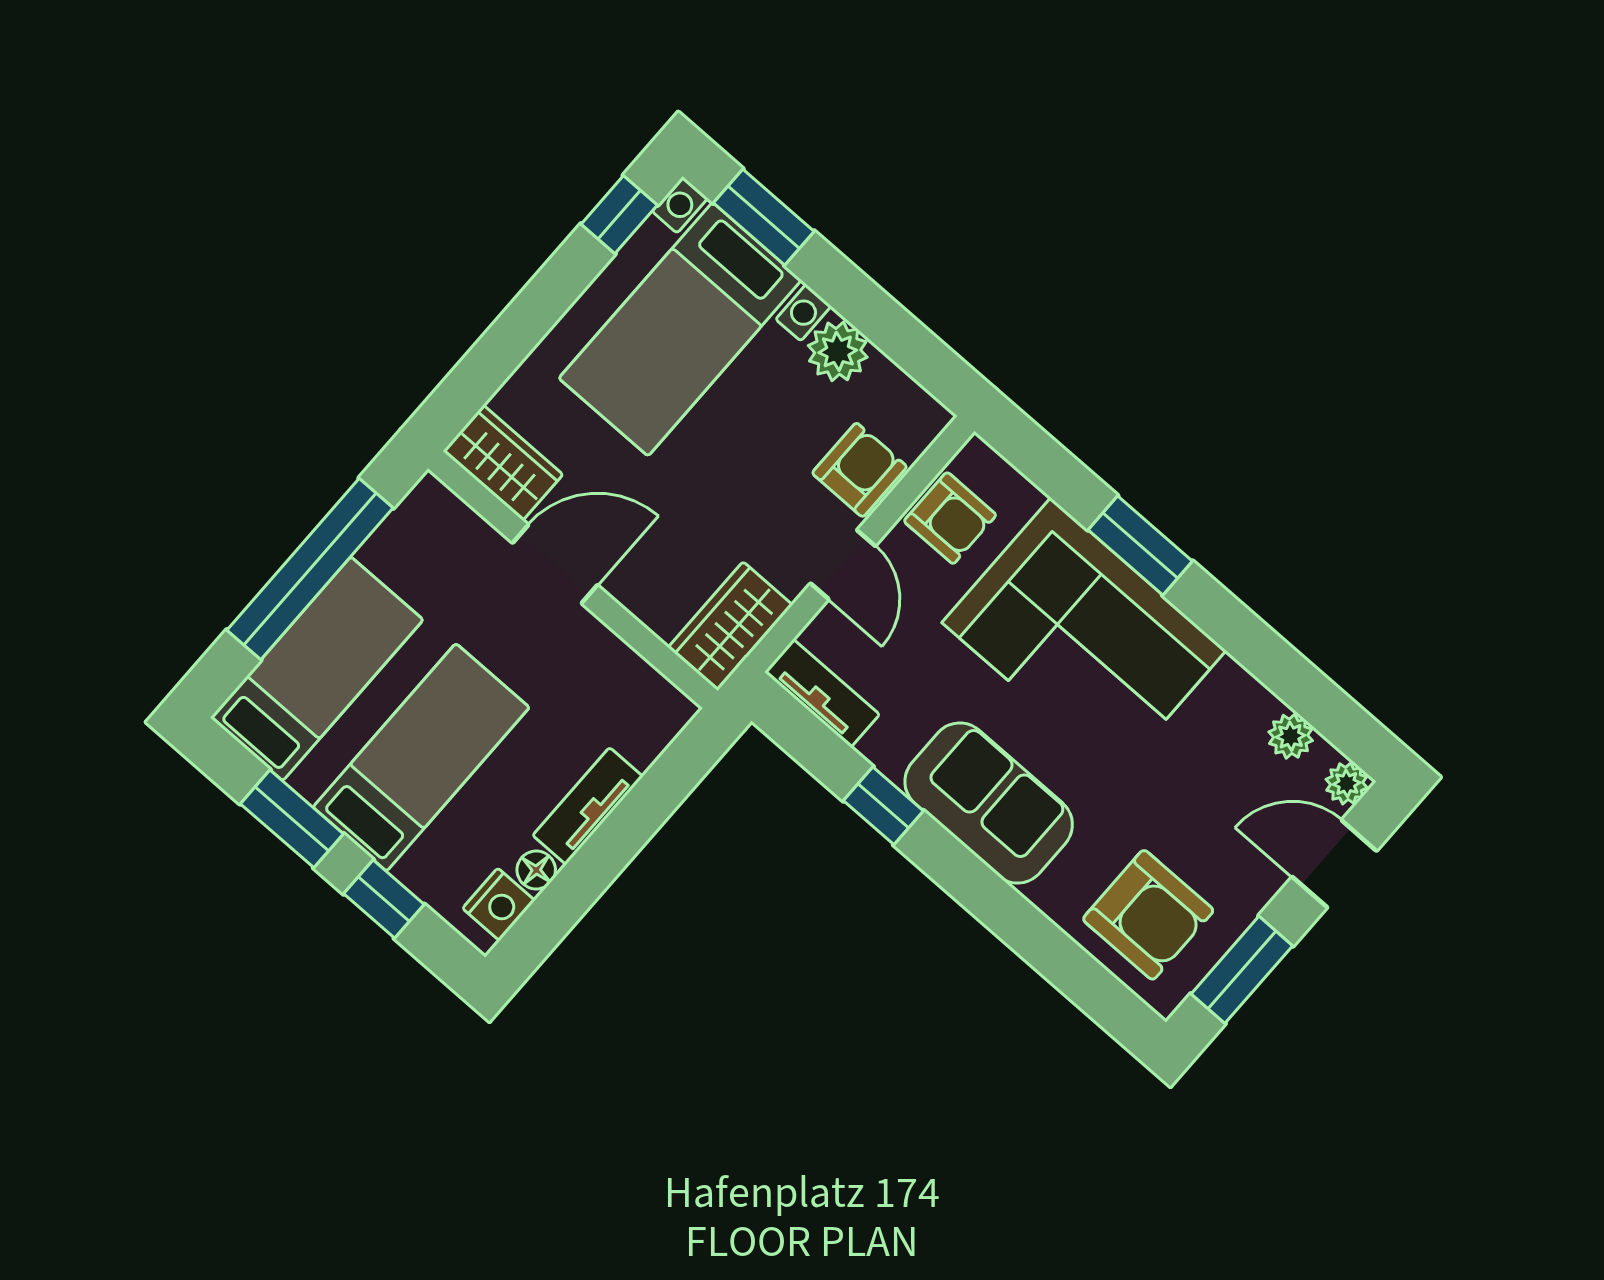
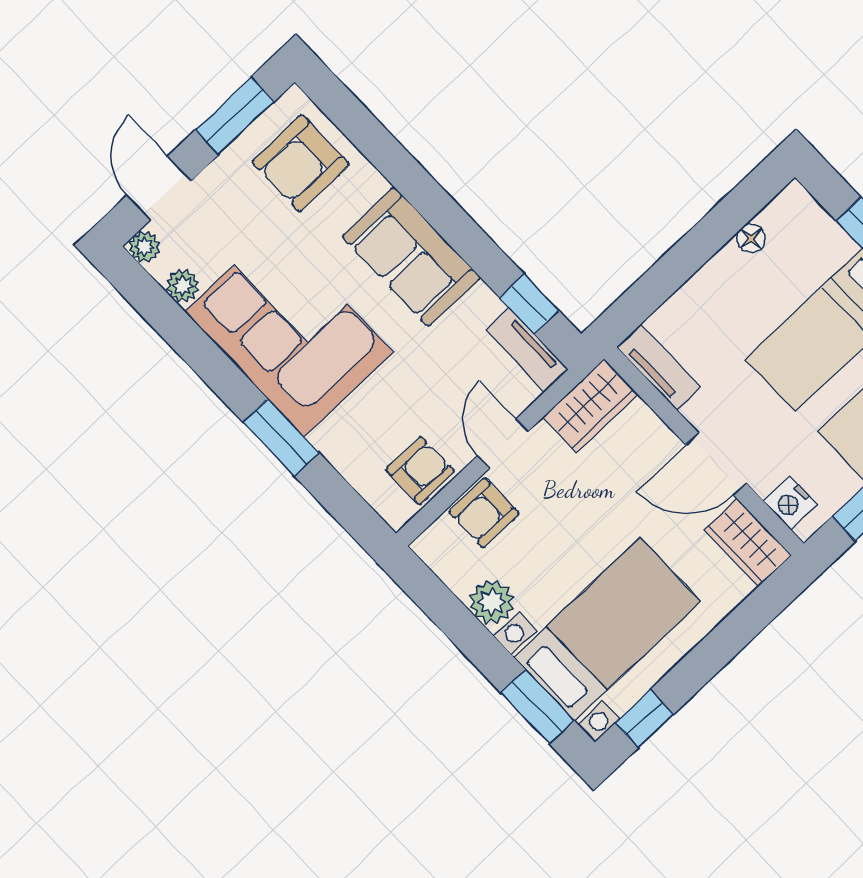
armchair: (950, 518) -> (420, 471), turned 90
corner sofa: (1084, 636) -> (289, 332), moved
tv unit: (588, 806) -> (658, 367), moved, turned -90
window: (883, 806) -> (529, 304), moved
door: (1334, 864) -> (159, 188), swing flipped
nightstand: (499, 904) -> (790, 503), moved, turned -90
armchair: (1148, 915) -> (301, 163), turned -90

